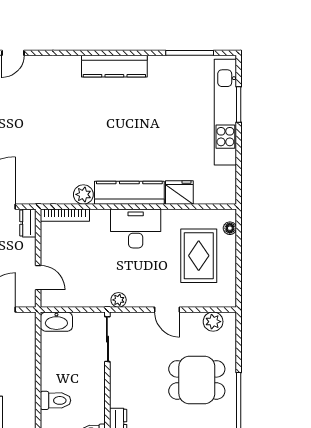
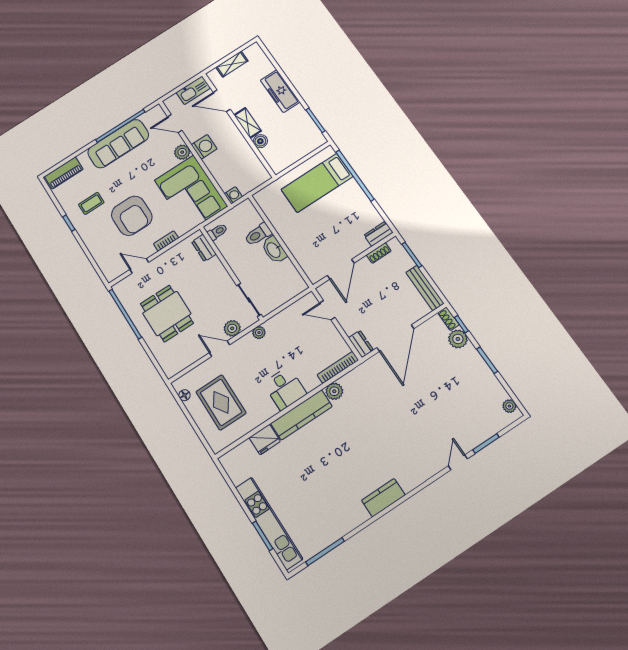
kitchen counter: (114, 66) -> (383, 498), width x0.67
desk: (136, 228) -> (285, 389), width x0.73
floor lamp: (230, 228) -> (184, 395), moved
washbasin: (56, 322) -> (274, 250), moved, turned -90
plant: (213, 322) -> (232, 328), moved
dining table: (197, 380) -> (167, 314), turned 90

